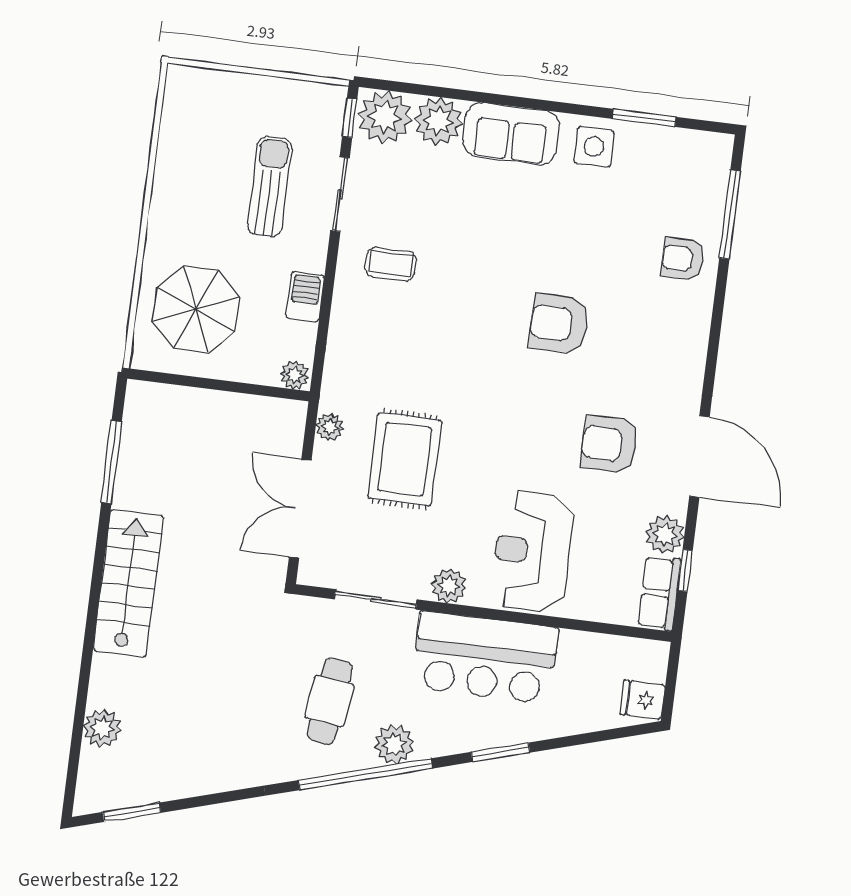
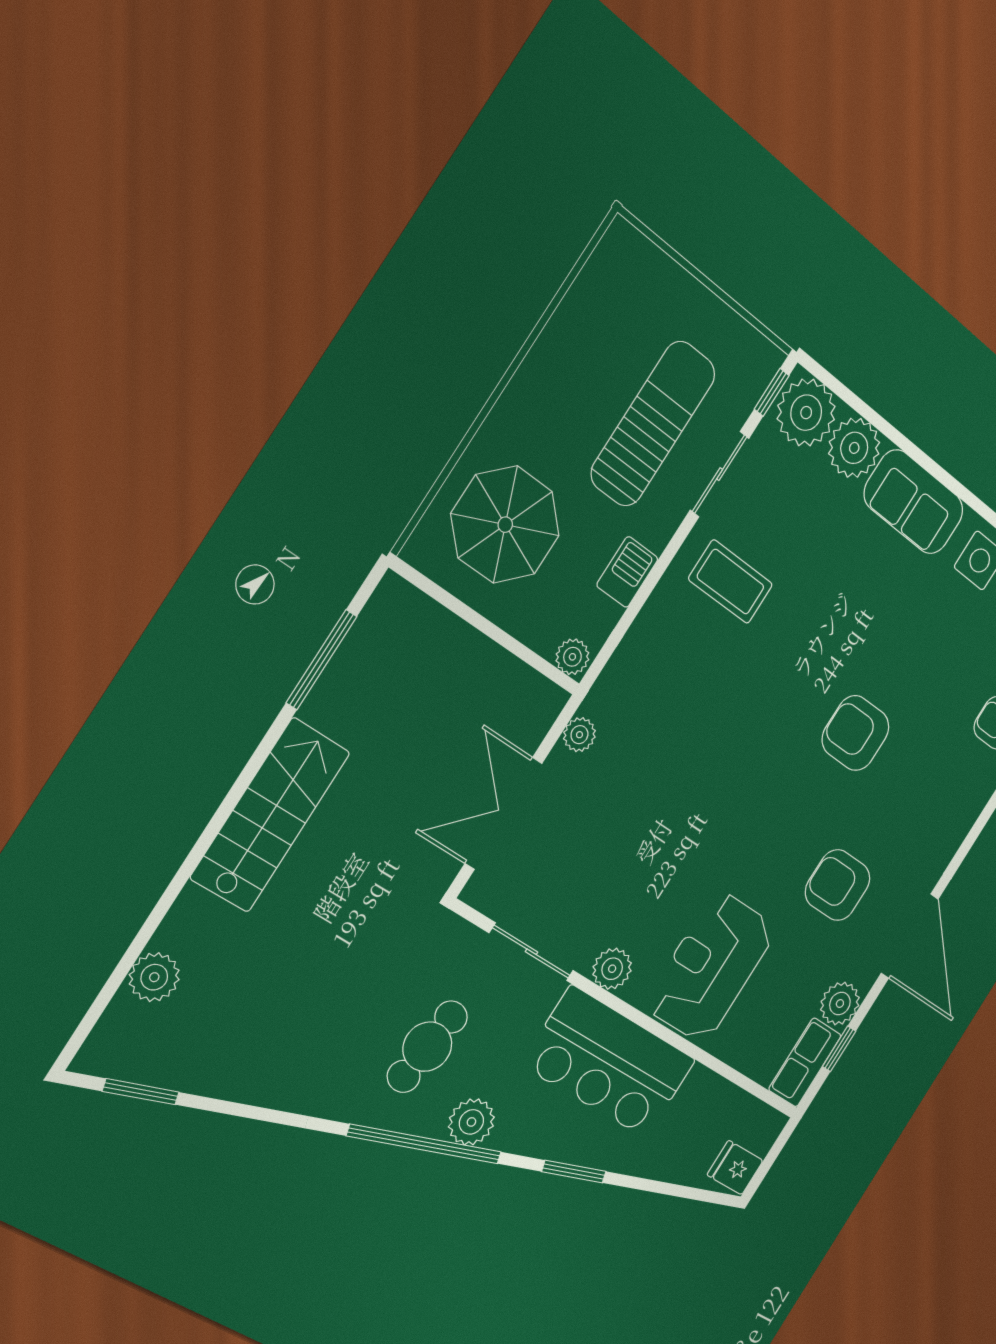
sun lounger: (270, 187) -> (653, 424), width x1.36, depth x1.34
coffee table: (391, 264) -> (731, 582), width x1.36, depth x1.30
rug: (405, 459) -> (637, 808), removed

